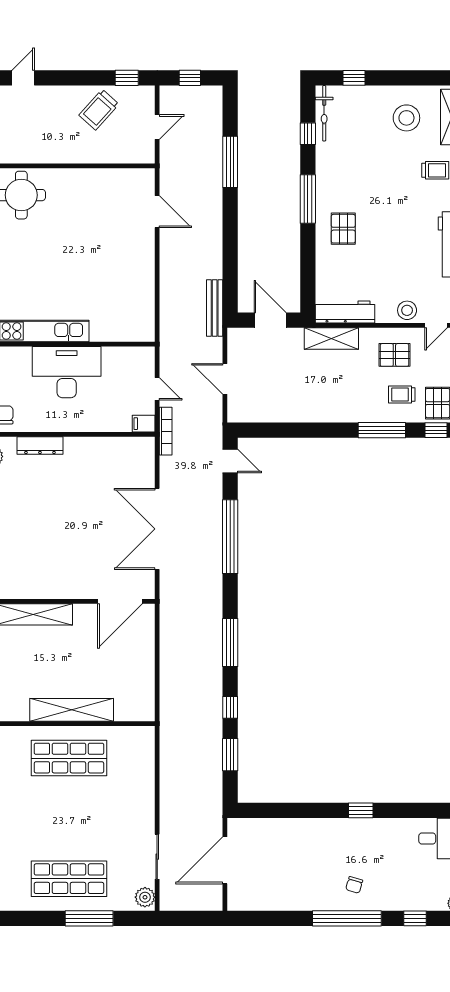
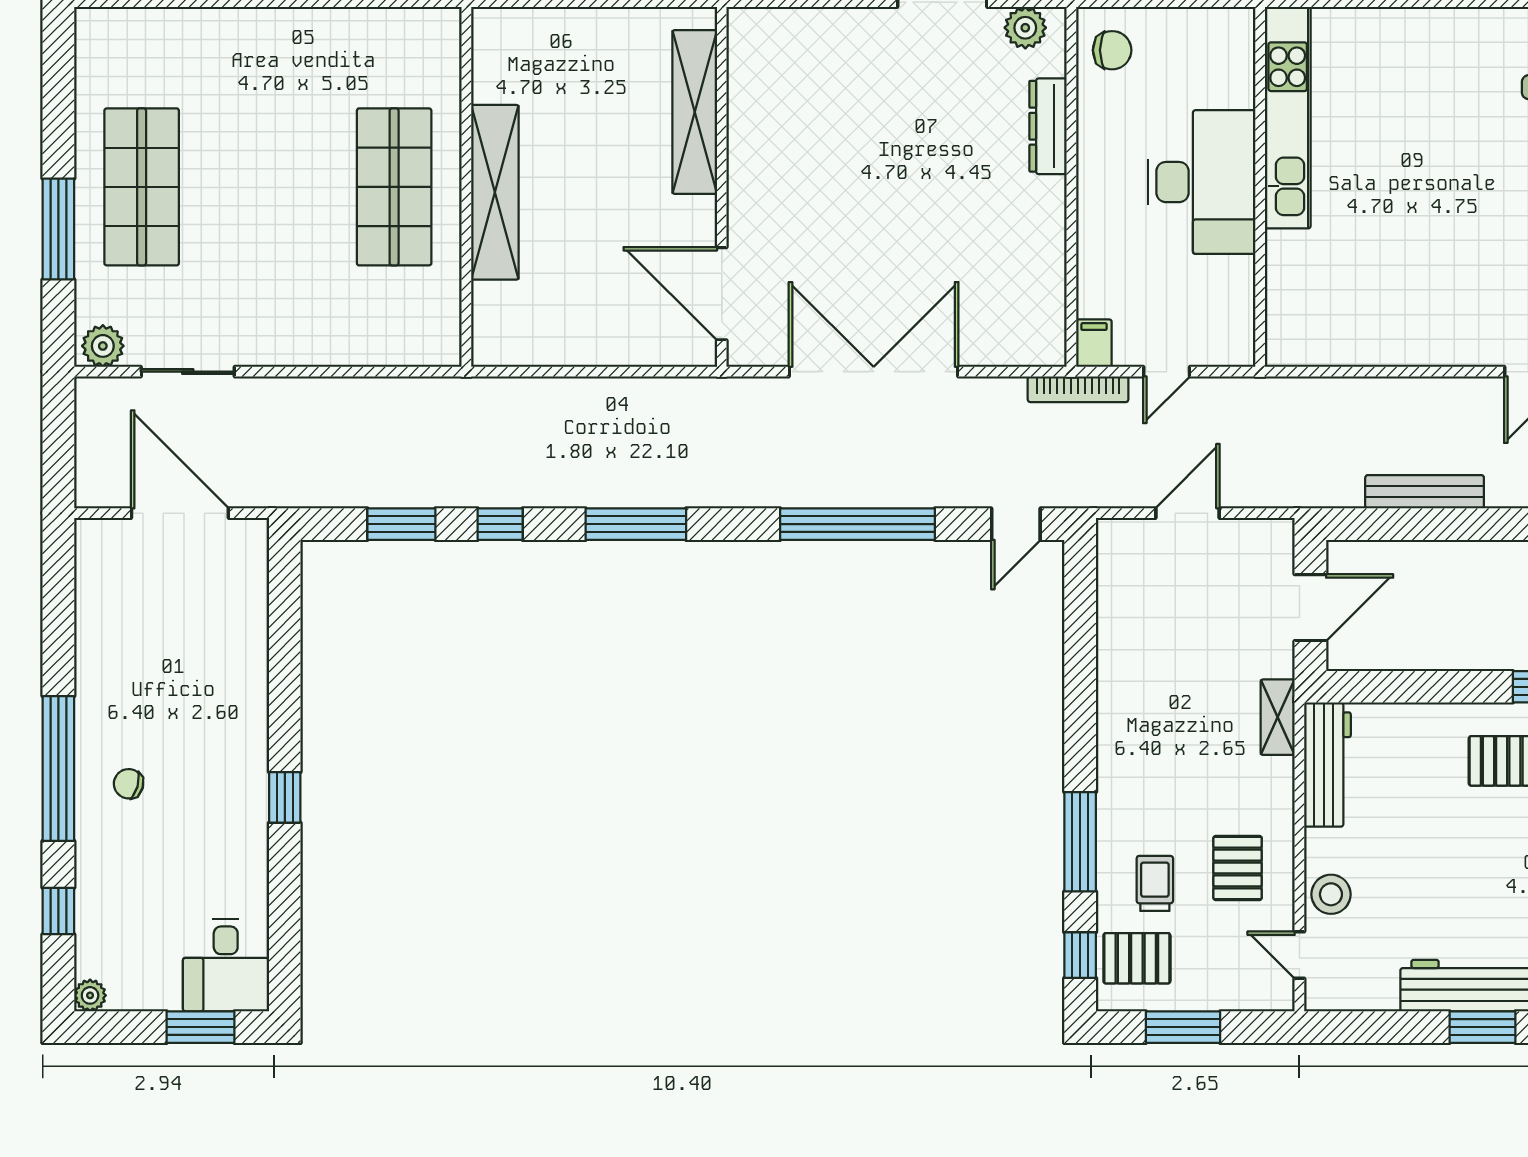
bench: (215, 308) -> (1425, 492), moved
shelving: (331, 338) -> (1278, 717), width x0.67, depth x0.75

